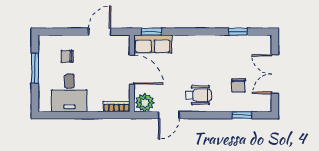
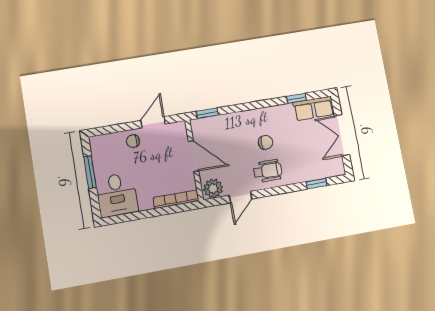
row of seats: (153, 44) -> (313, 108), moved
chair: (67, 56) -> (133, 141), moved
chair: (238, 85) -> (266, 142), moved, turned -90
desk: (69, 93) -> (117, 195), moved
bookcase: (116, 106) -> (176, 199), width x1.56

